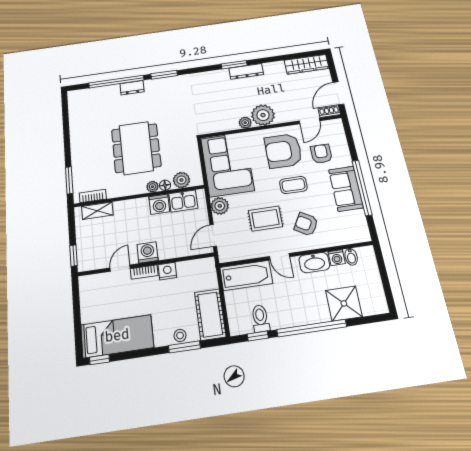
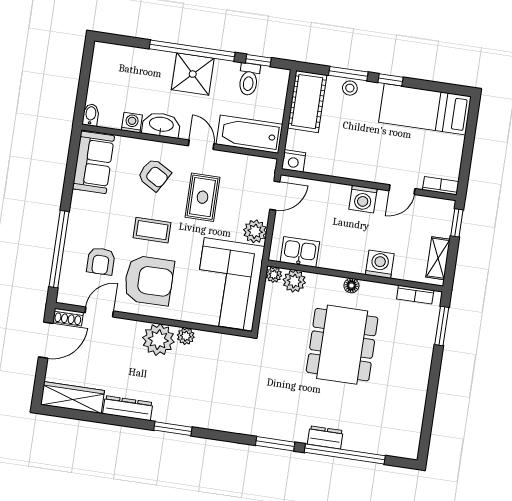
dresser: (246, 71) -> (128, 408), moved
floor lamp: (165, 185) -> (351, 285), moved
plant: (152, 187) -> (274, 275), moved
window: (362, 188) -> (59, 249), moved
sofa: (346, 189) -> (93, 162), moved
washing machine: (159, 204) -> (380, 264), moved
shelving: (97, 211) -> (438, 258), moved, turned 90
rug: (265, 219) -> (202, 197), turned 90
bidet: (351, 257) -> (91, 115), moved
nightstand: (167, 271) -> (294, 161), moved
bookcase: (144, 272) -> (441, 186), moved
shower: (344, 303) -> (193, 74), moved
window: (99, 360) -> (390, 80), moved

